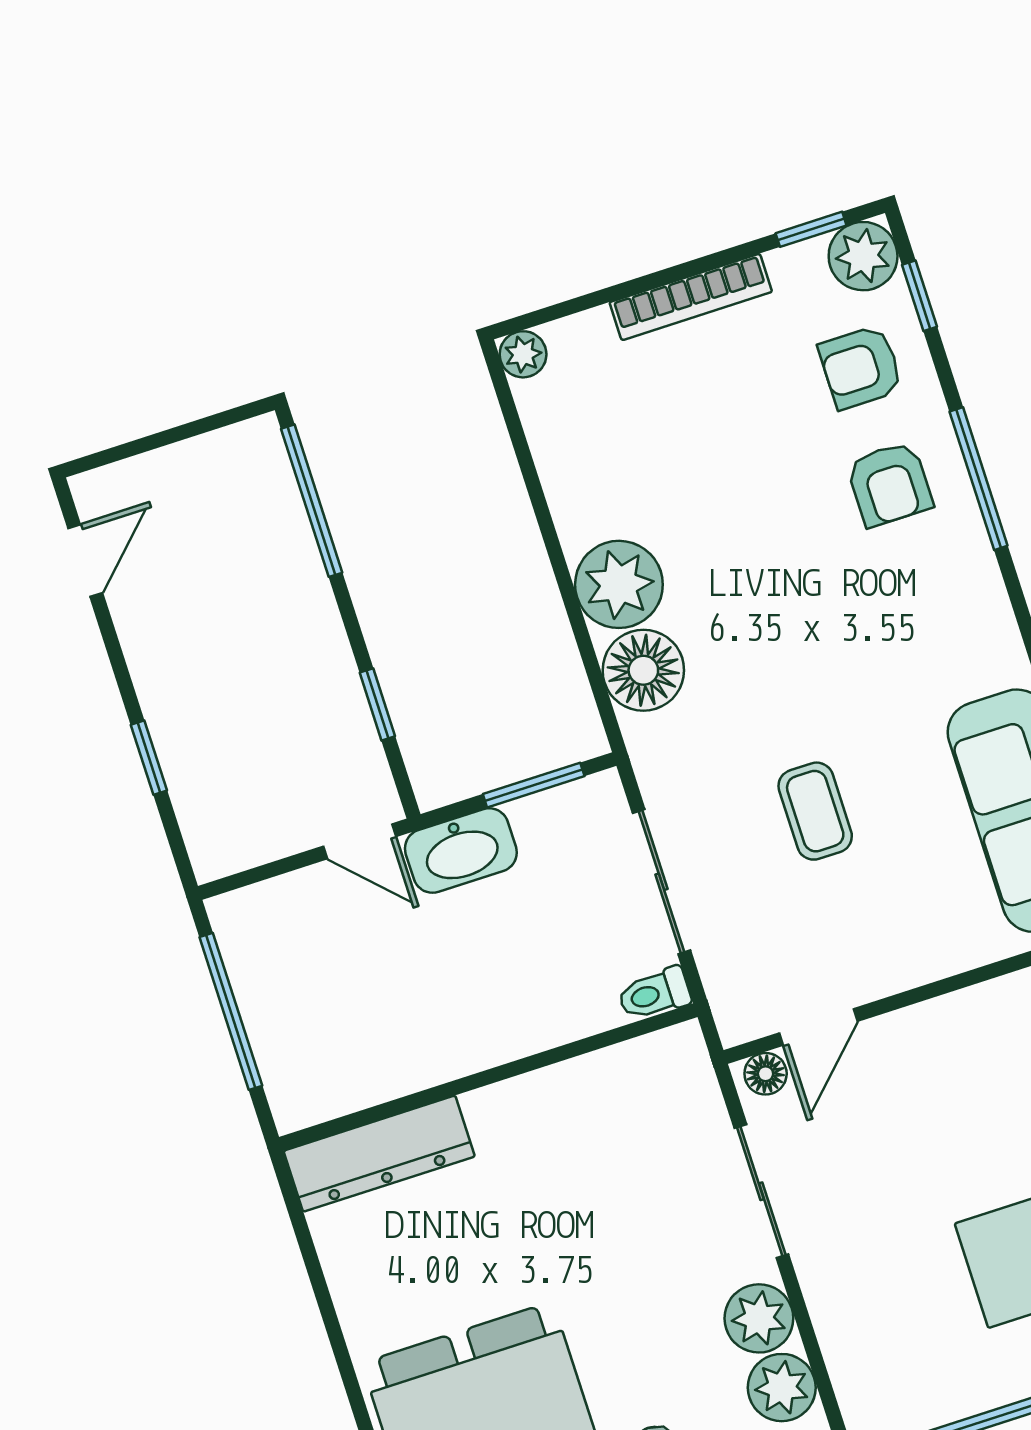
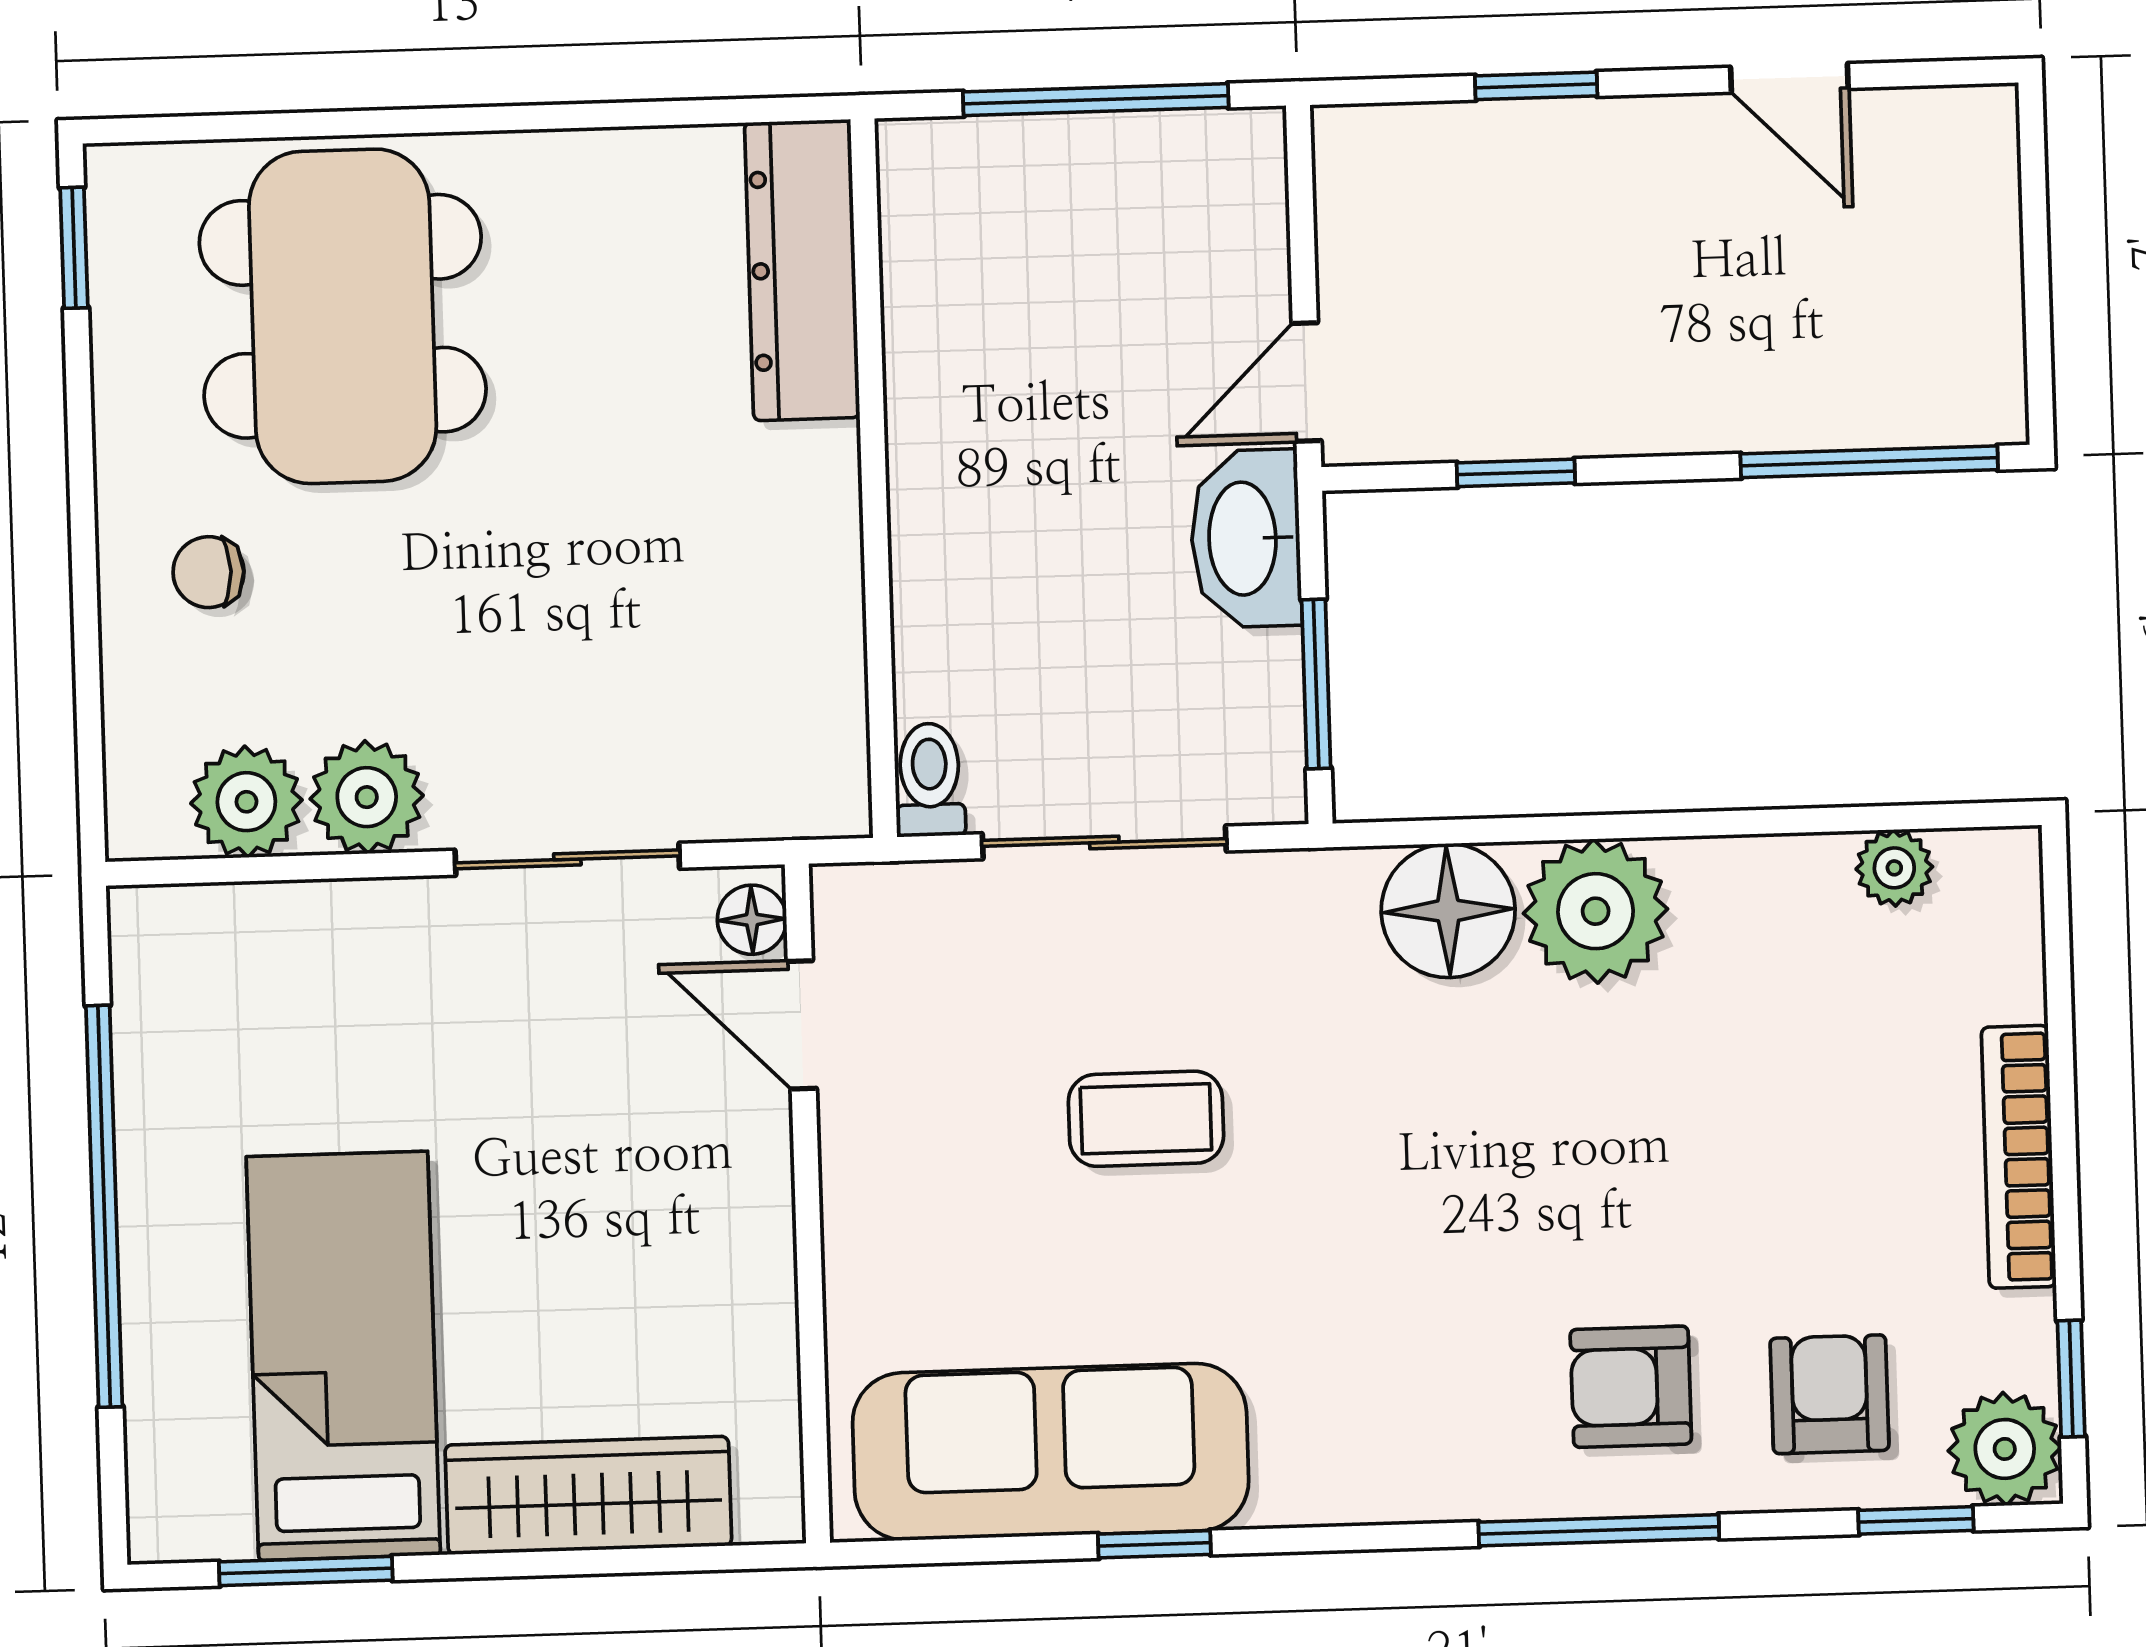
plant: (523, 354) -> (1894, 868), moved
door: (85, 560) -> (1789, 78), moved

